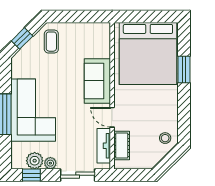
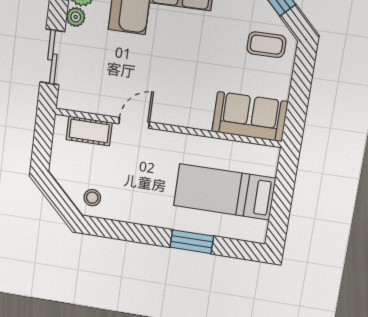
bed: (148, 53) -> (224, 192), width x0.49
sofa: (97, 81) -> (250, 117), moved
tv unit: (104, 146) -> (92, 104), removed

